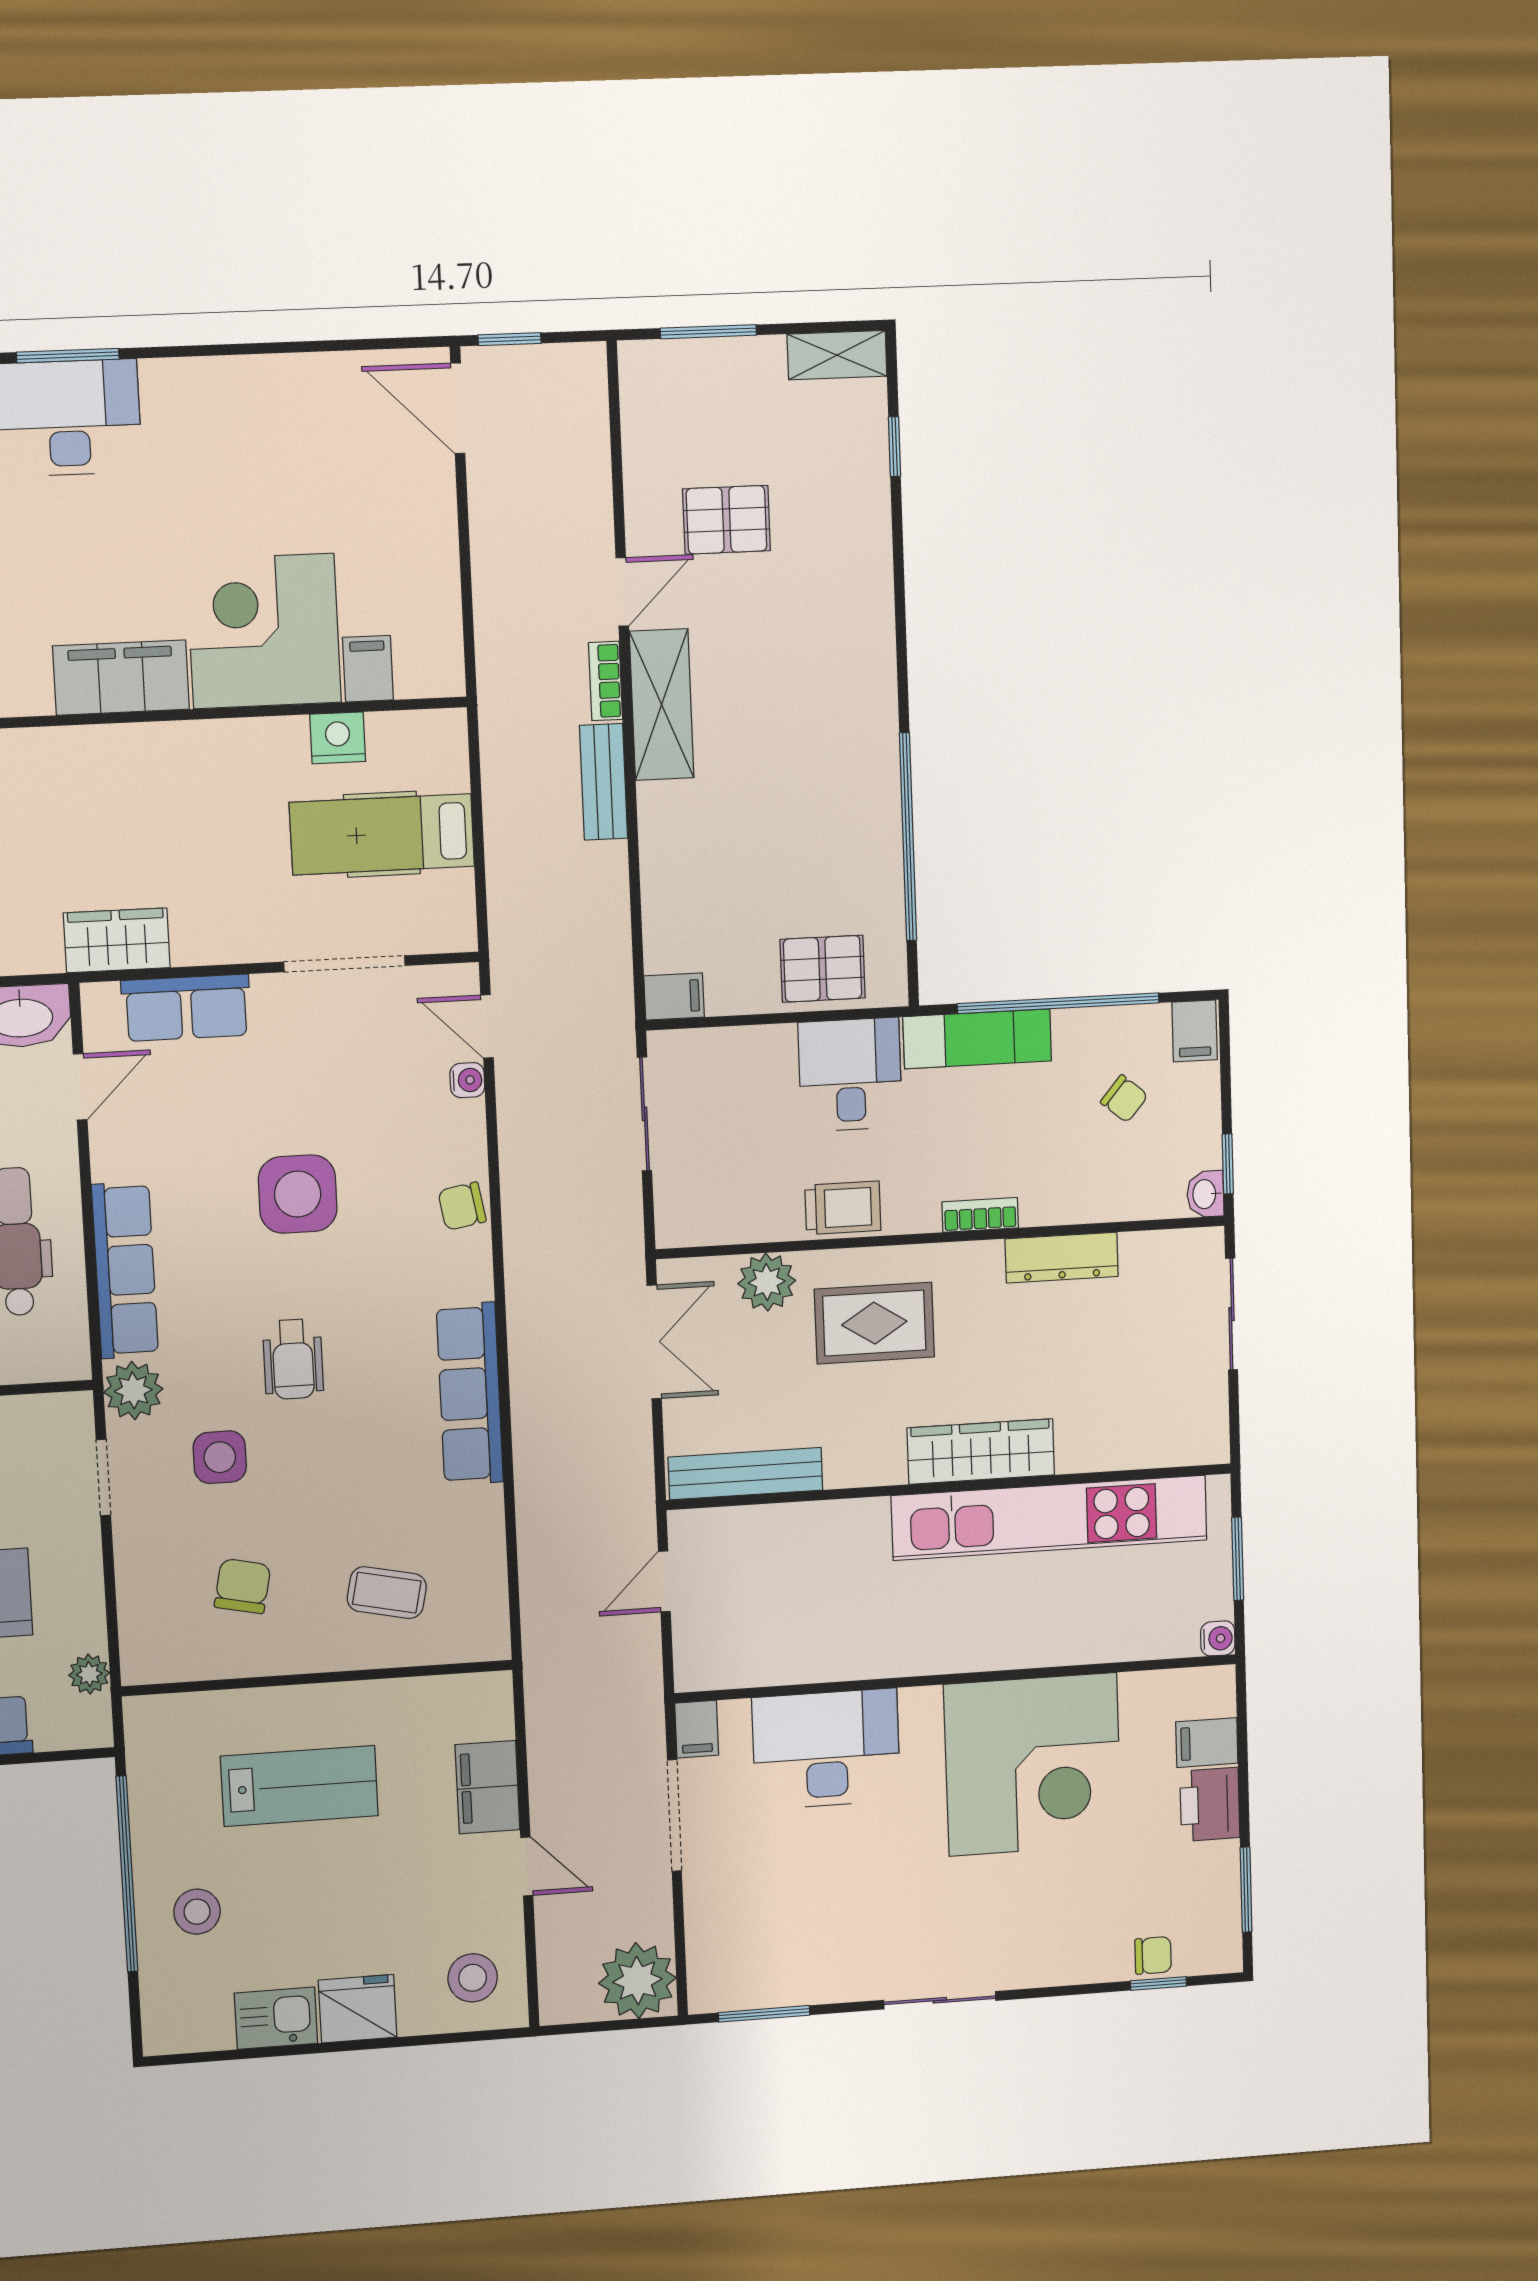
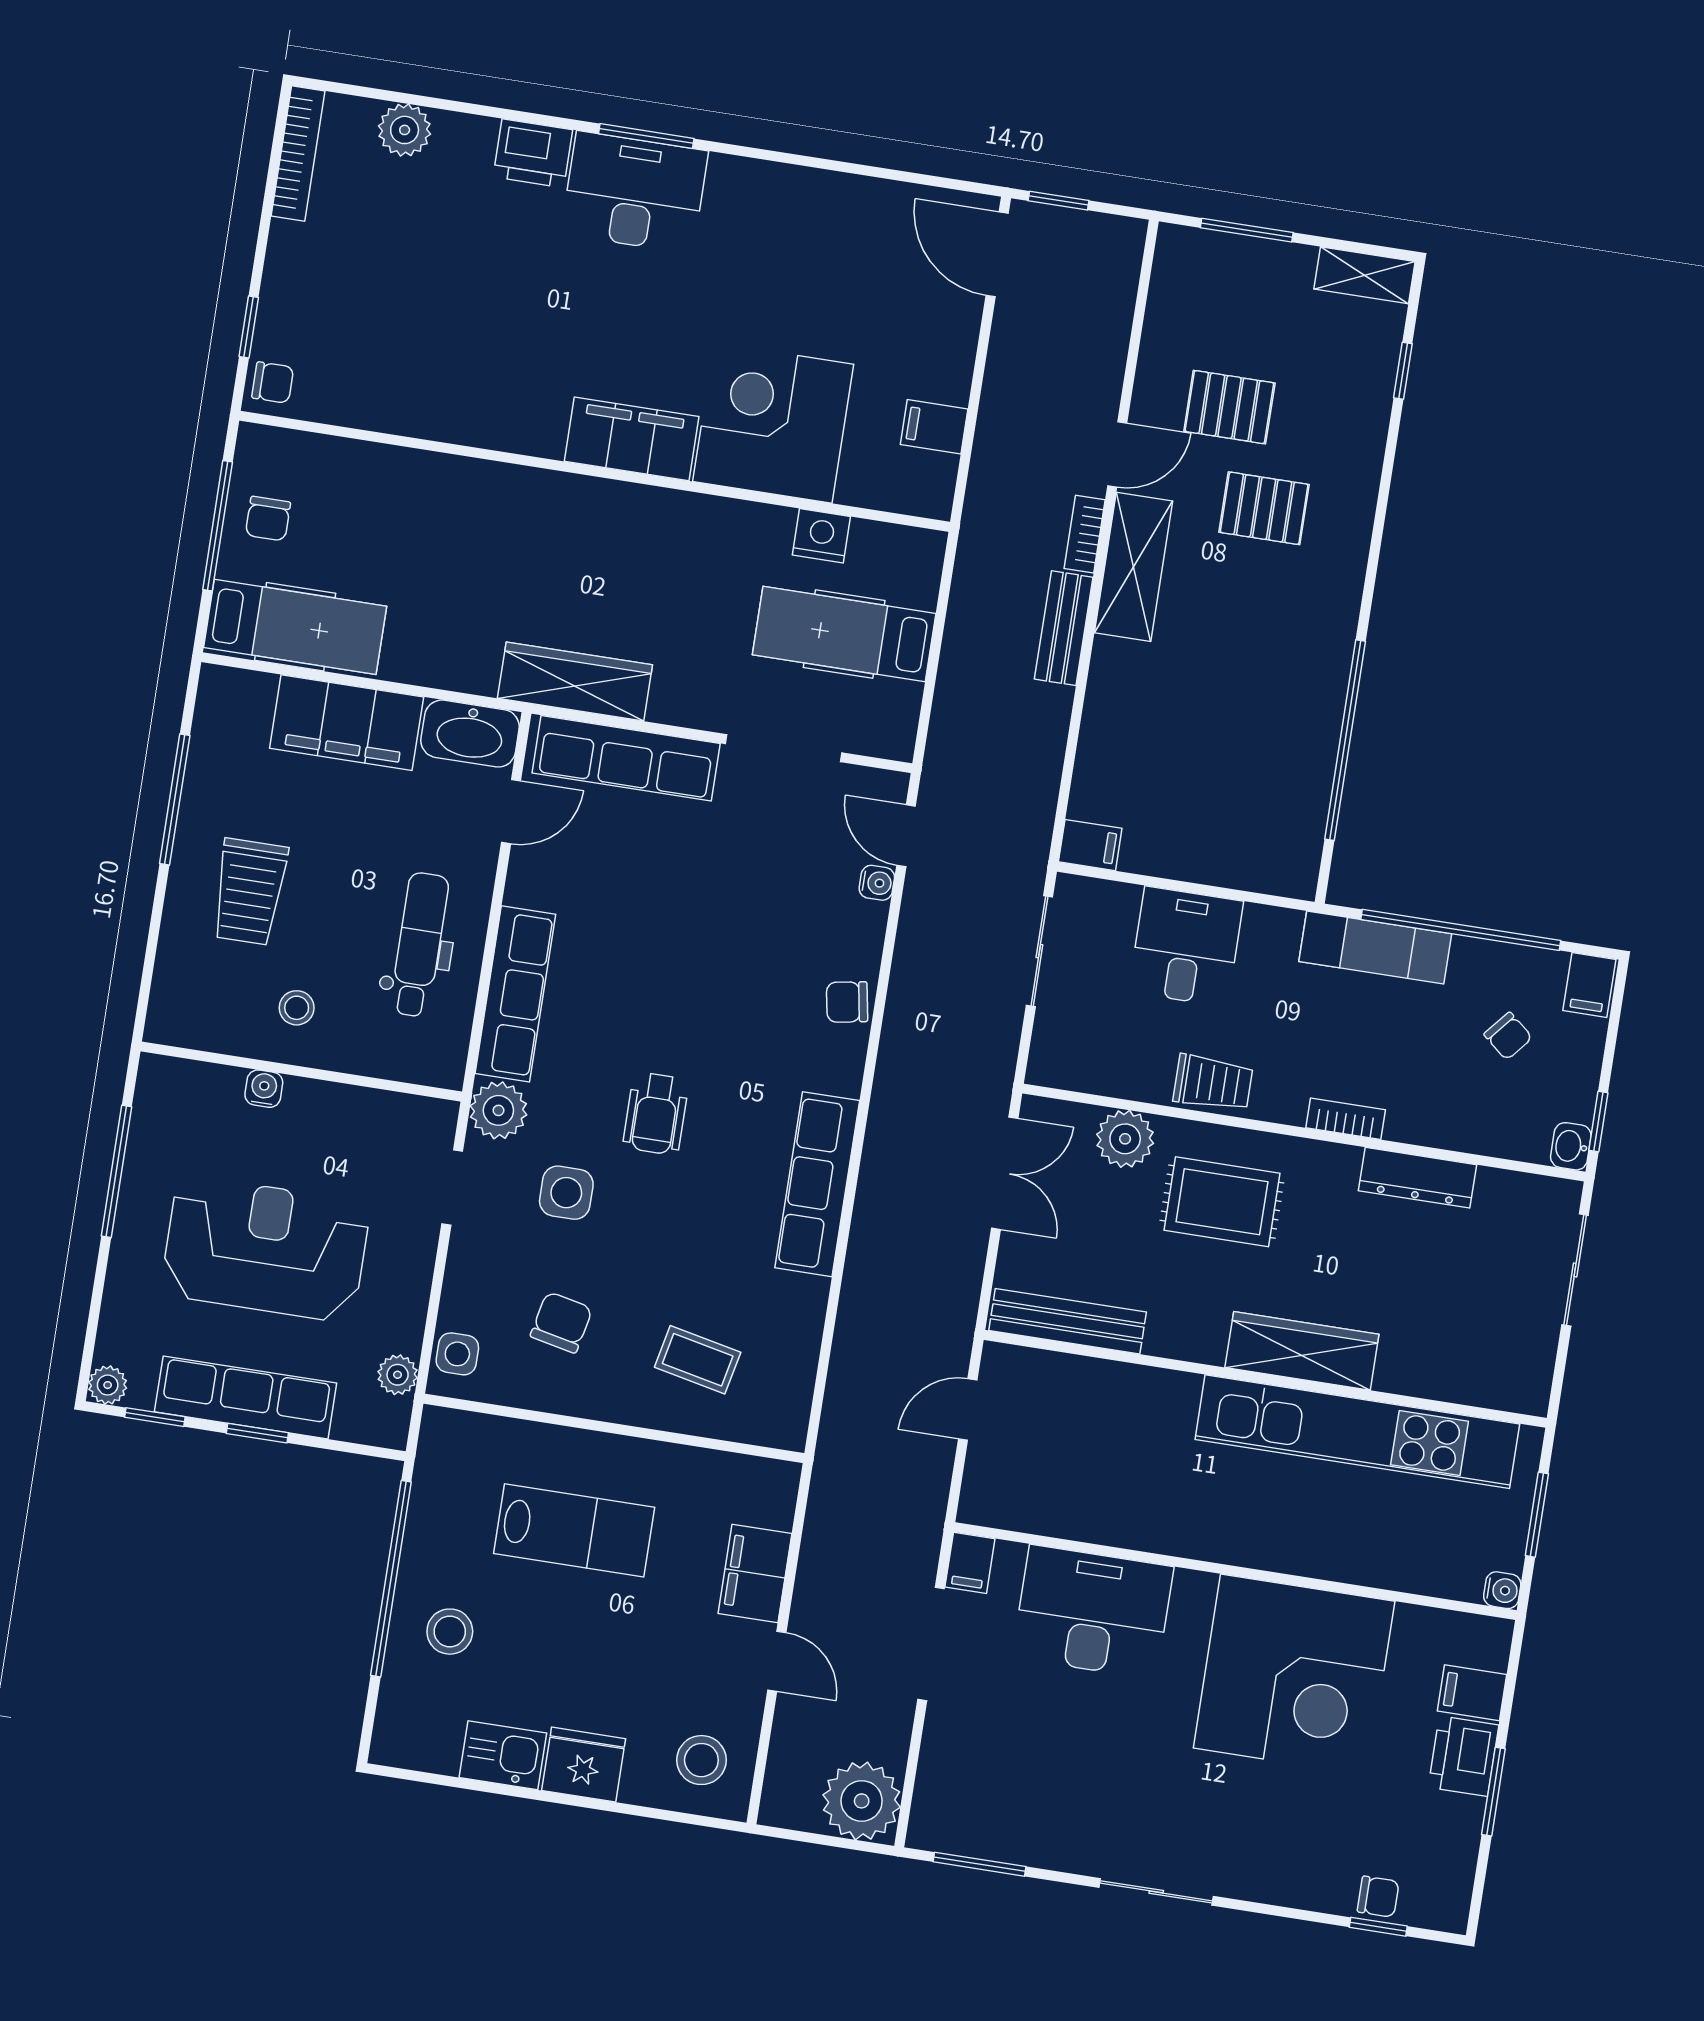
filing cabinet: (368, 669) -> (934, 427), moved, turned -90
wardrobe: (117, 940) -> (575, 681), width x1.50
pallet: (823, 969) -> (1264, 508), moved
row of seats: (186, 1008) -> (626, 758), width x1.48
desk: (850, 1075) -> (1186, 947), moved
side table: (298, 1194) -> (457, 1354), moved, width x0.54, depth x0.54
window: (1246, 1890) -> (1493, 1792), moved

